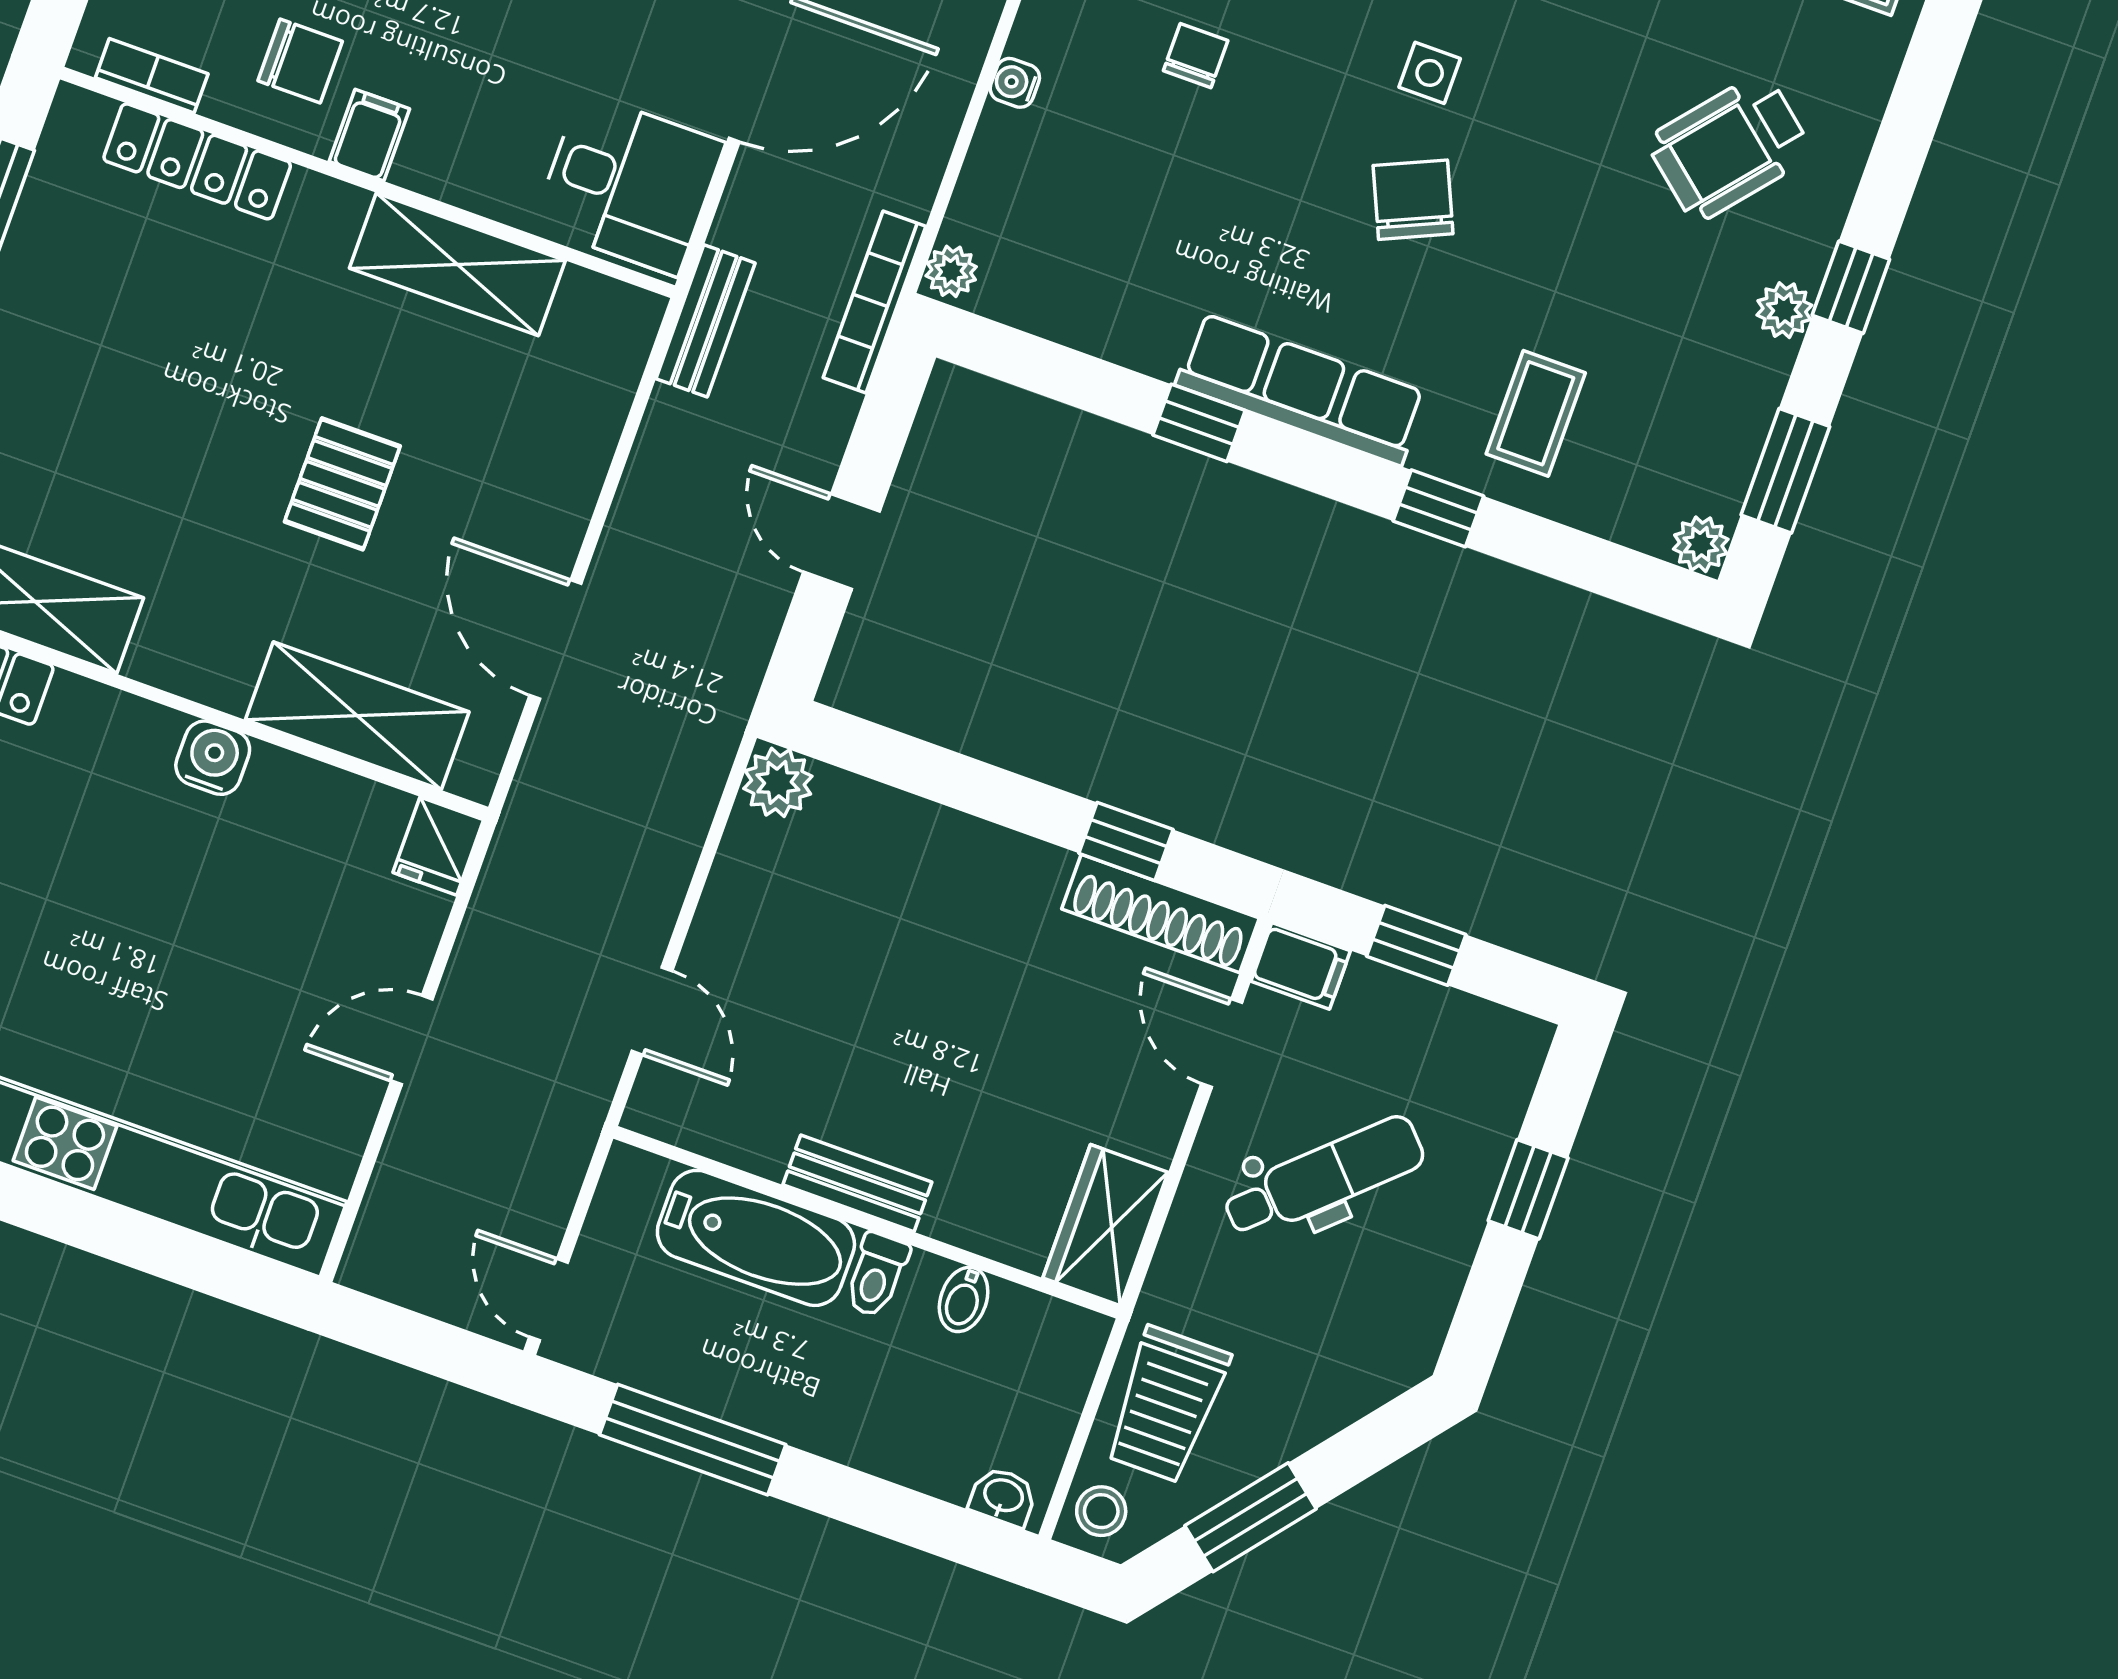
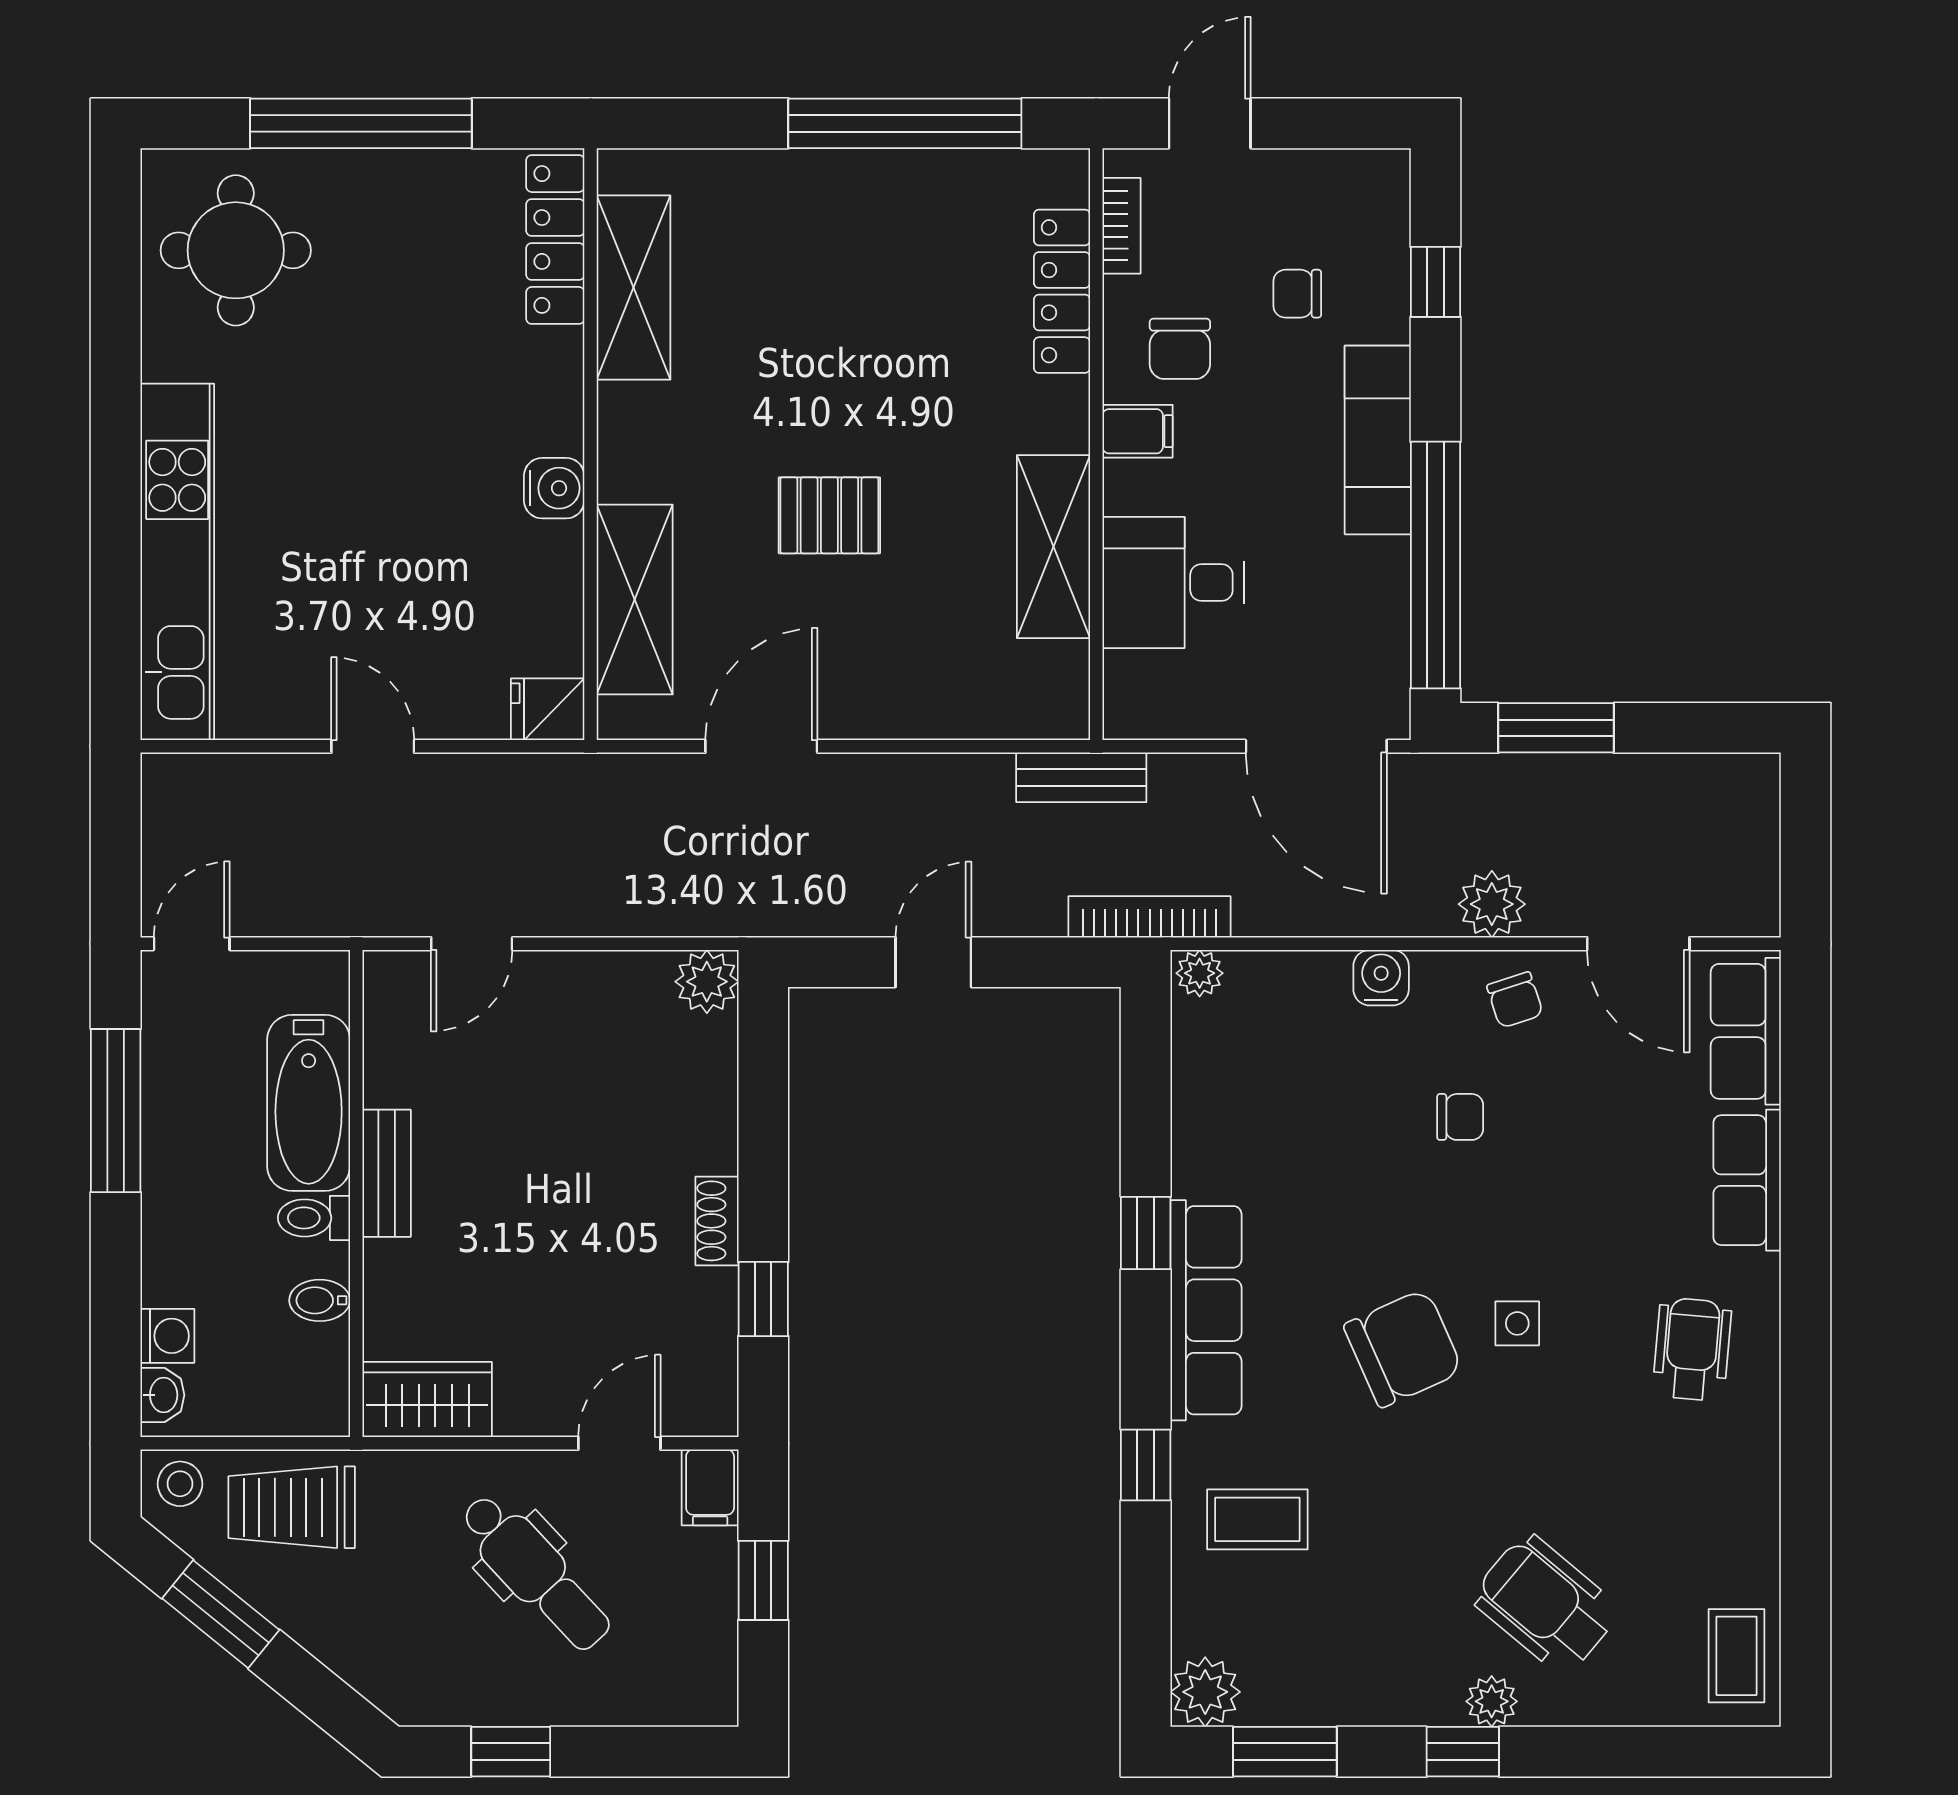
water cooler: (1015, 83) -> (1381, 978), width x1.38, depth x1.38
desk: (629, 184) -> (1173, 583), moved, turned 90
chair: (1413, 200) -> (1403, 1348), width x1.37, depth x1.37
plant: (1784, 310) -> (1492, 1701), moved
plant: (1701, 544) -> (1205, 1692), width x1.38, depth x1.38
shoe rack: (1160, 914) -> (717, 1221), moved, width x0.51, depth x0.81
window: (1528, 1189) -> (511, 1752), moved
washing machine: (944, 1470) -> (167, 1336), added

